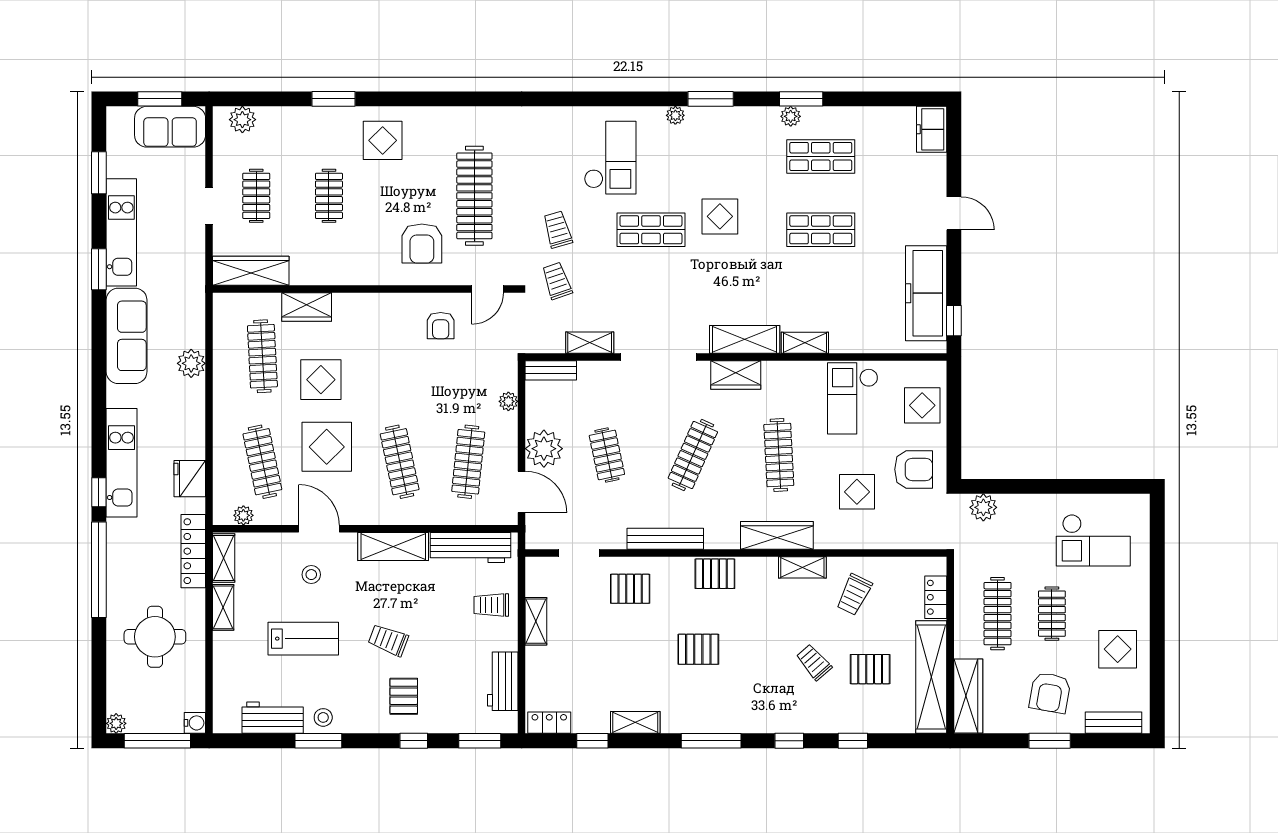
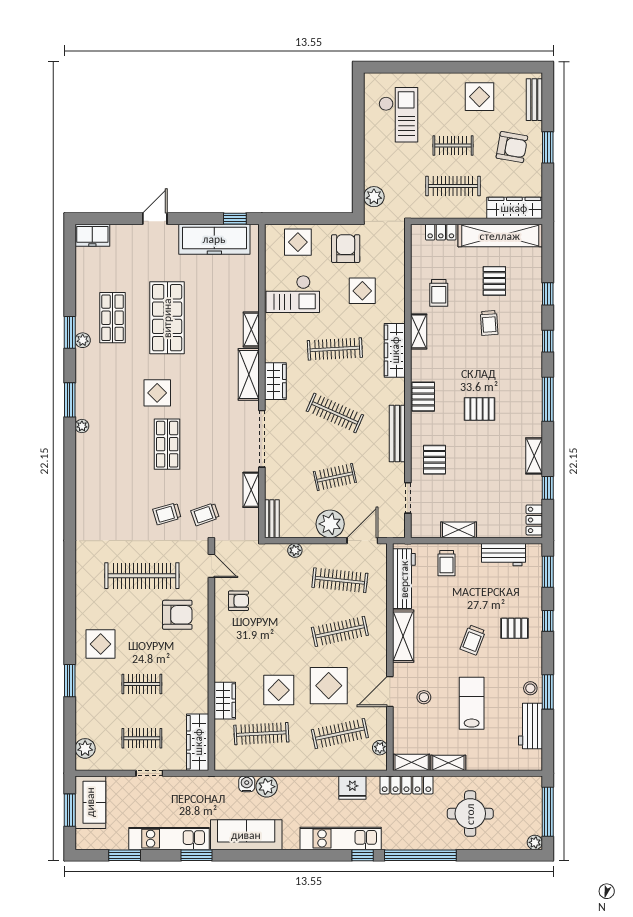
checkout: (610, 158) -> (113, 475), removed
shop shelf: (821, 230) -> (167, 318), width x1.43, depth x1.36
trolley: (854, 595) -> (439, 293), turned 64
pallet: (698, 649) -> (480, 409), turned 90
trolley: (814, 662) -> (489, 323), turned -53
water cooler: (195, 723) -> (247, 784), moved

